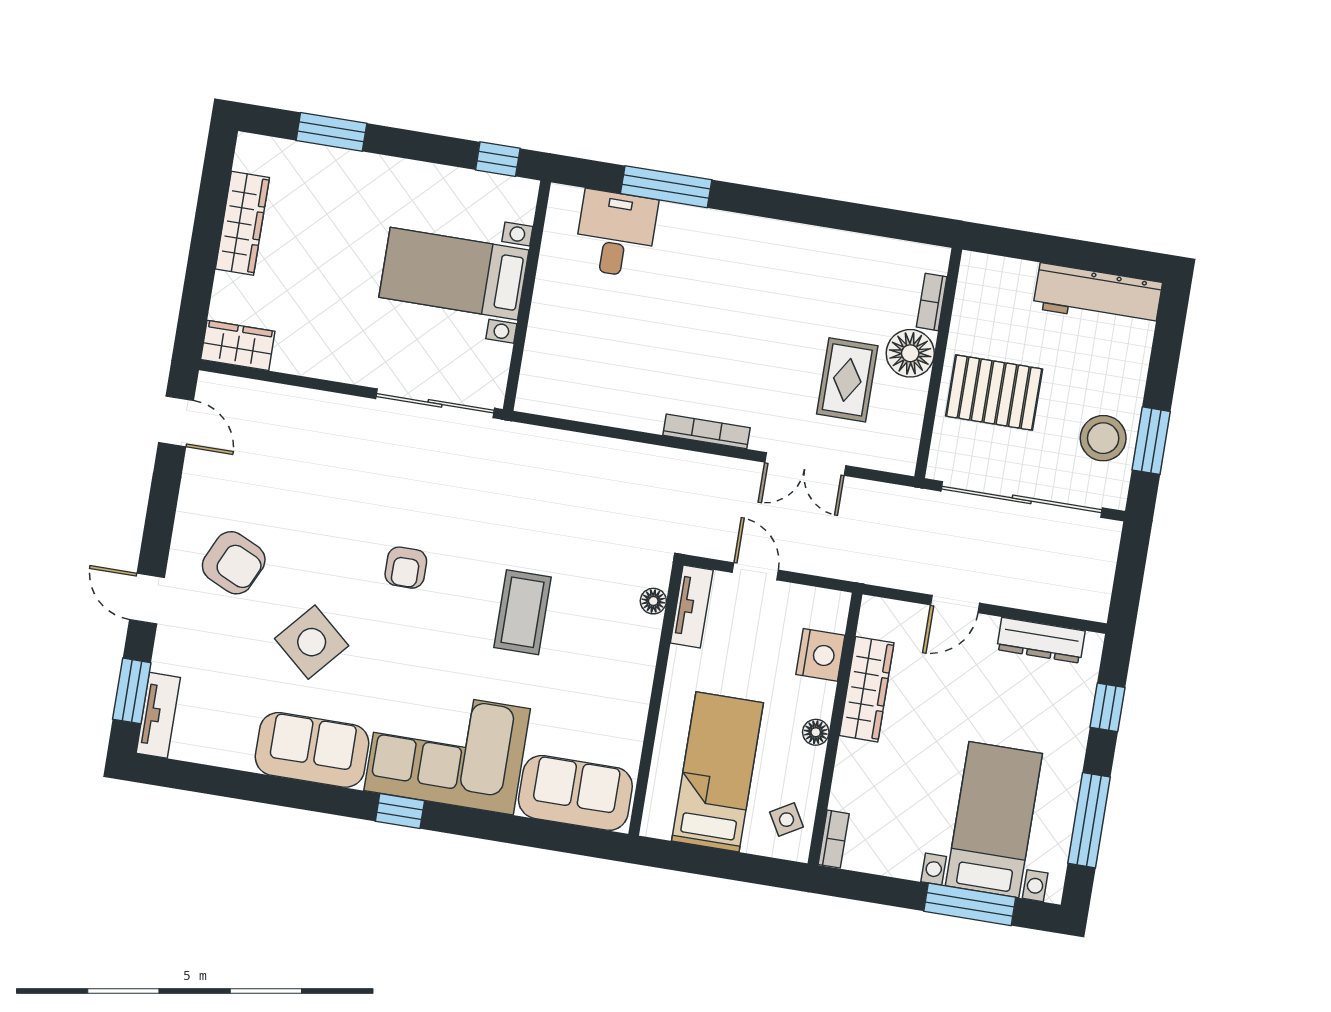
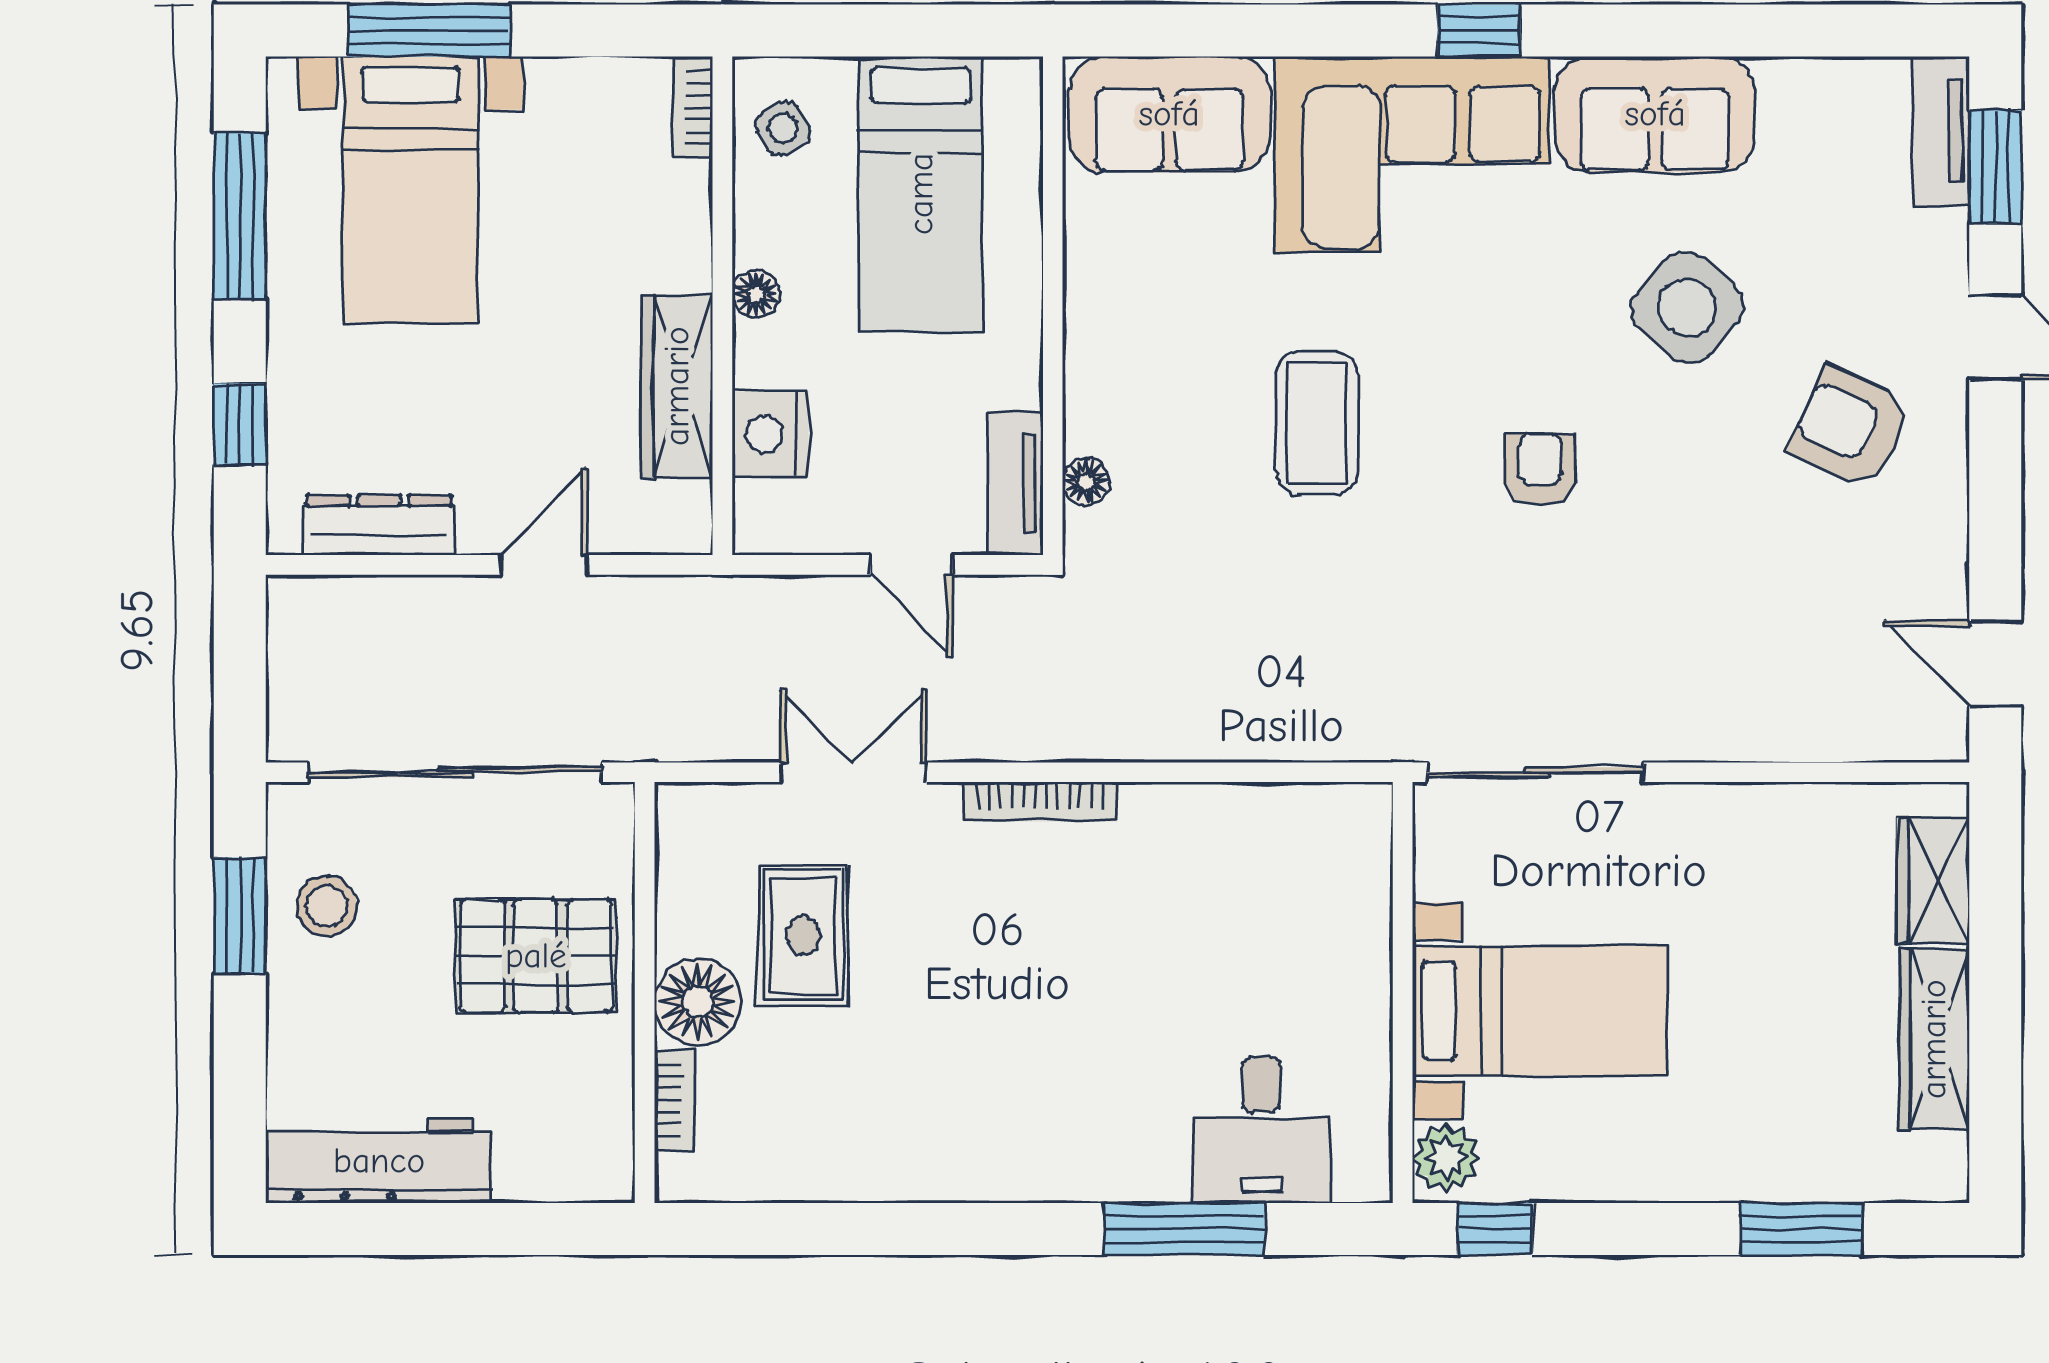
plant: (518, 202) -> (1446, 1158), added
wardrobe: (238, 345) -> (1933, 881), moved, turned 90
stool: (1103, 438) -> (327, 906), width x0.73, depth x0.73

